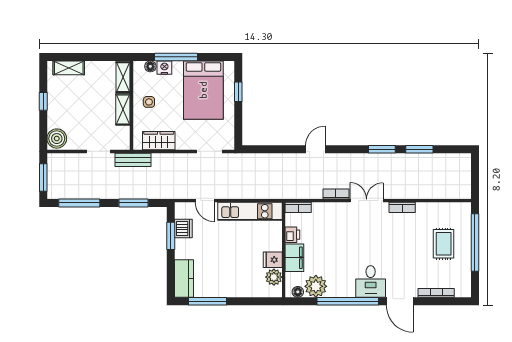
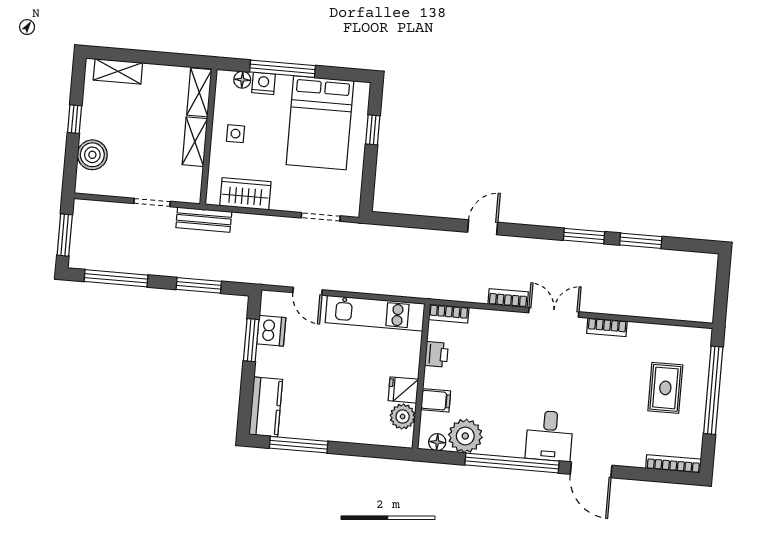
boiler: (57, 139) -> (92, 155), moved
filing cabinet: (294, 258) -> (436, 400), width x0.50
bookcase: (436, 293) -> (673, 464), moved

